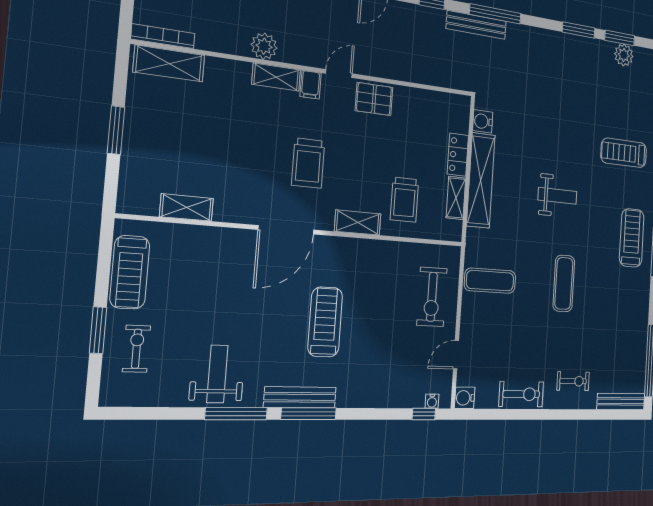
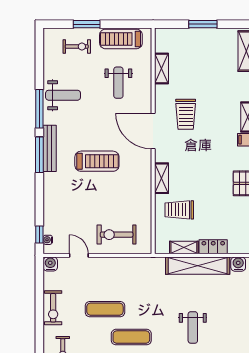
trolley: (308, 163) -> (186, 114), moved, turned -90
weight bench: (204, 281) -> (118, 83), added
exercise mat: (490, 281) -> (105, 309), moved, turned 90

